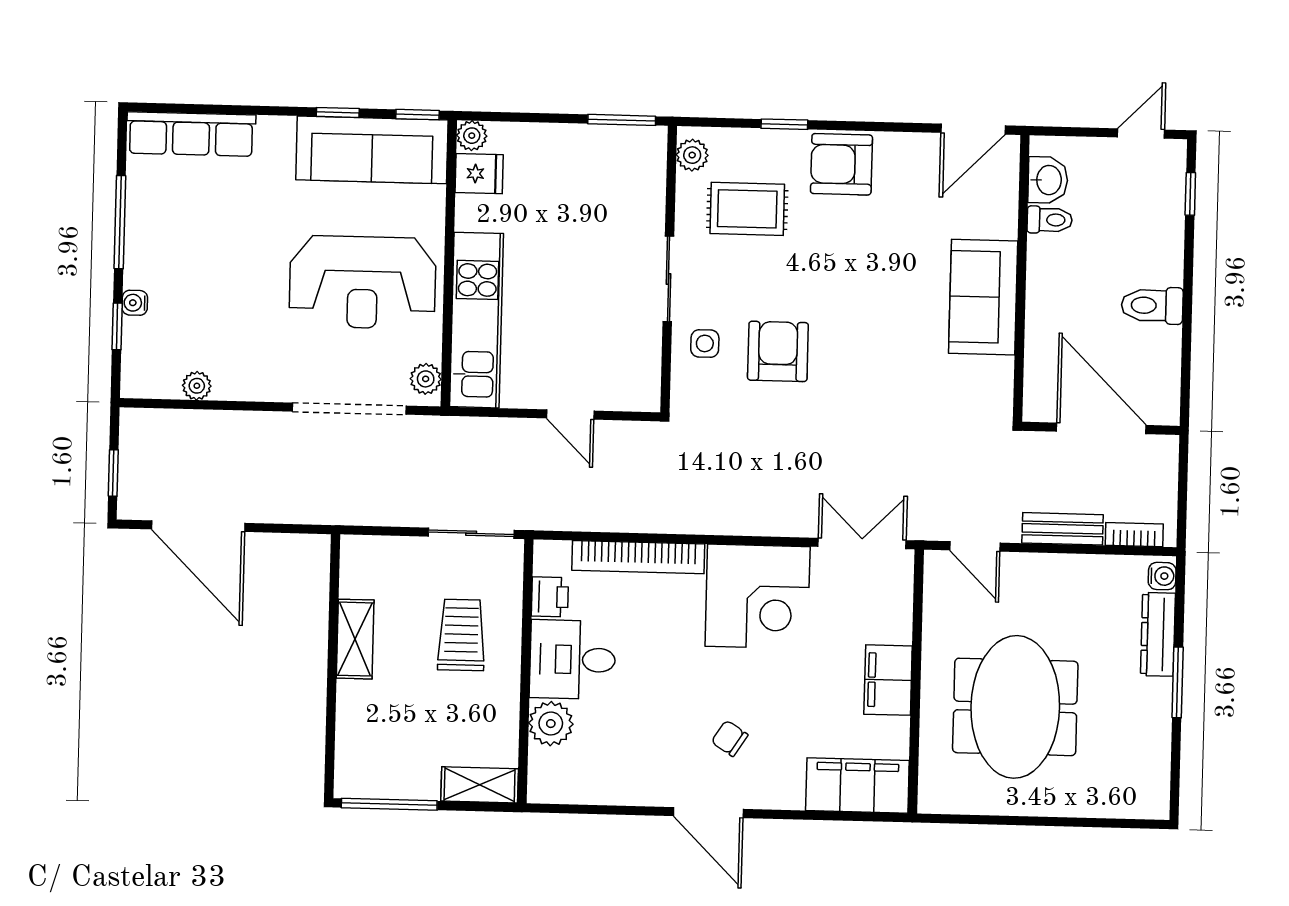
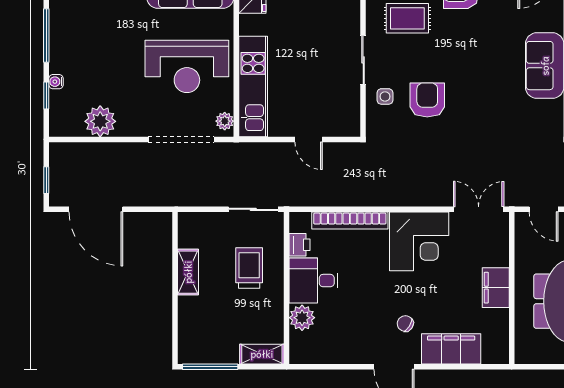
plant: (197, 386) -> (100, 121), width x1.87, depth x1.87
filing cabinet: (857, 785) -> (451, 349), moved

